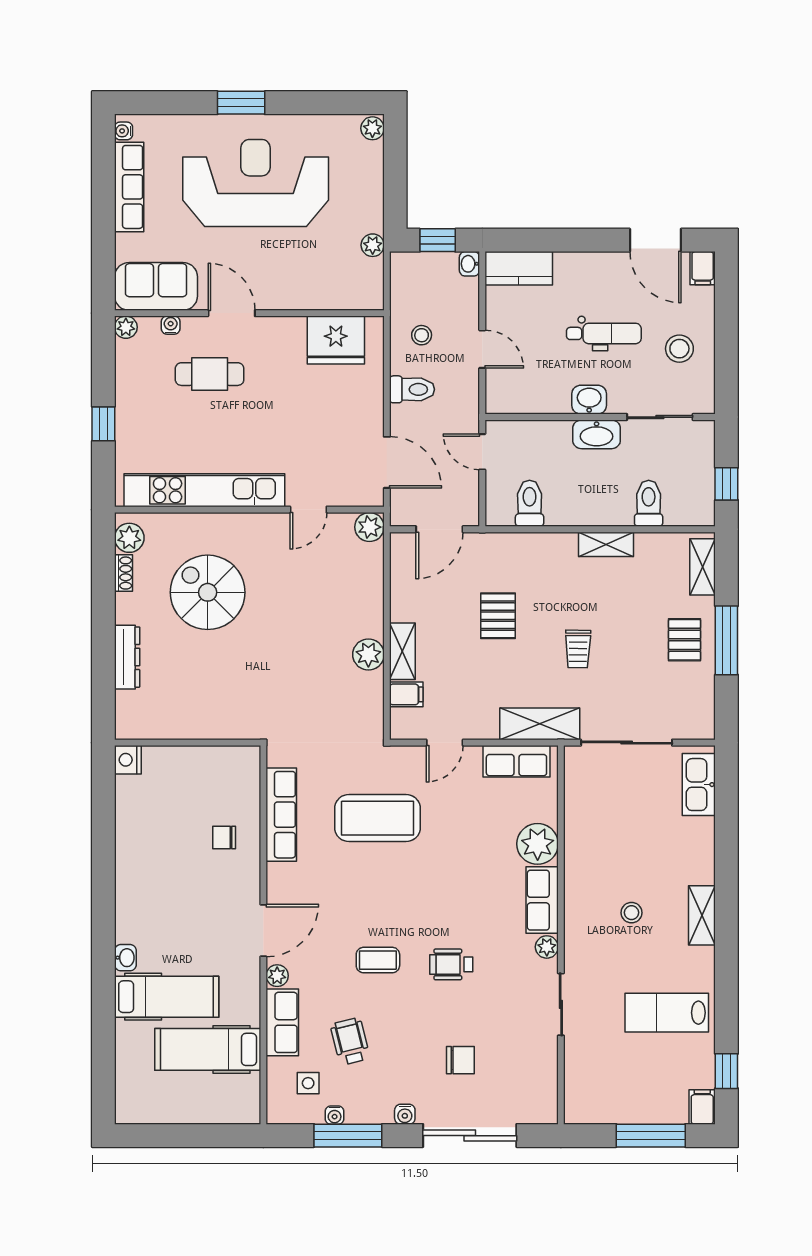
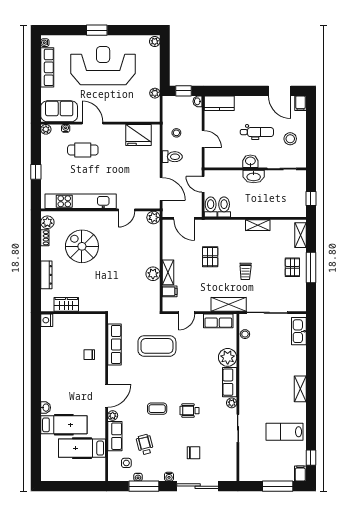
toilet: (649, 503) -> (211, 207), moved
door: (439, 529) -> (184, 218), hinge flipped
wardrobe: (172, 724) -> (66, 304), added
stool: (631, 913) -> (245, 334), moved

